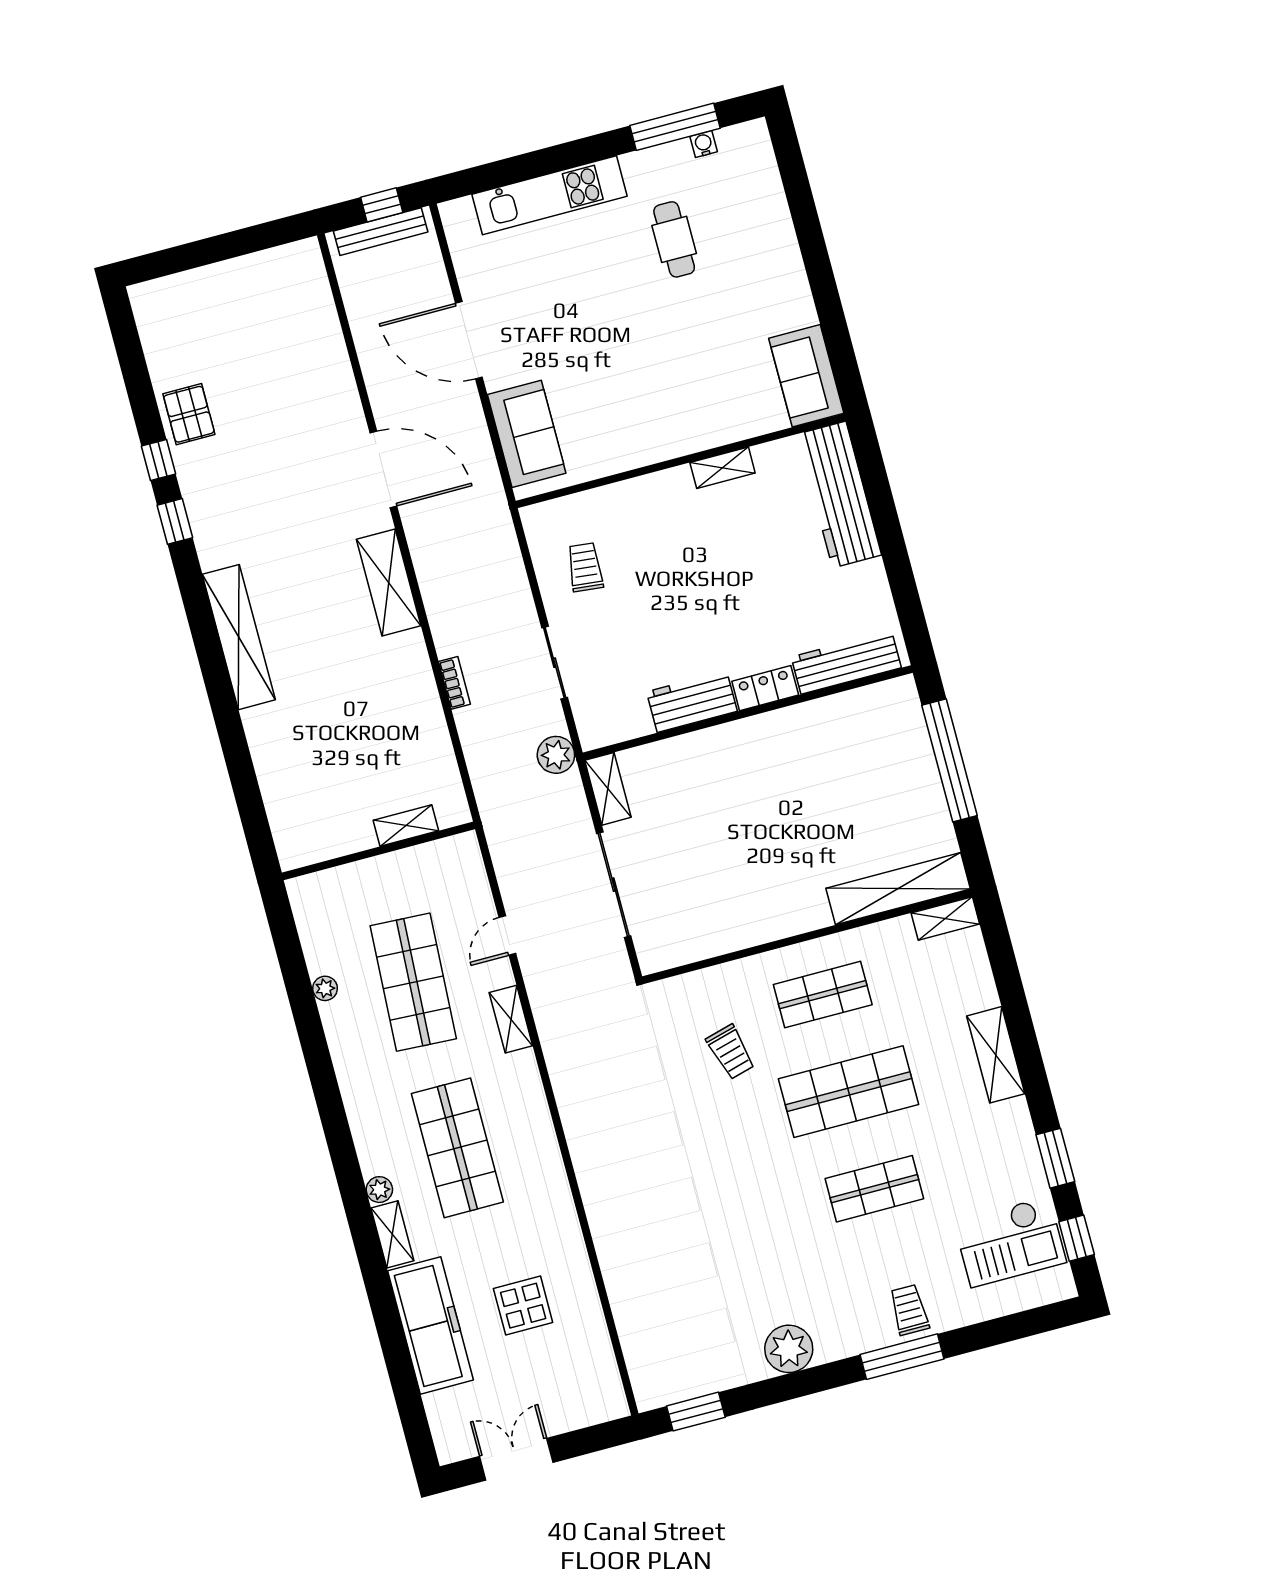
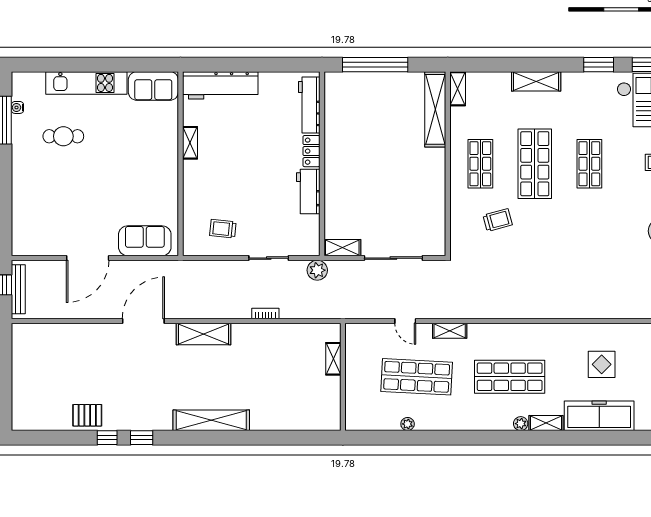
kitchen unit: (549, 195) -> (86, 83), moved, turned 90

